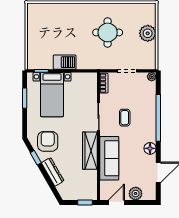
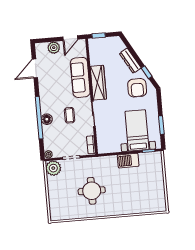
plant: (148, 33) -> (53, 168), moved
floor lamp: (150, 148) -> (47, 119), moved

